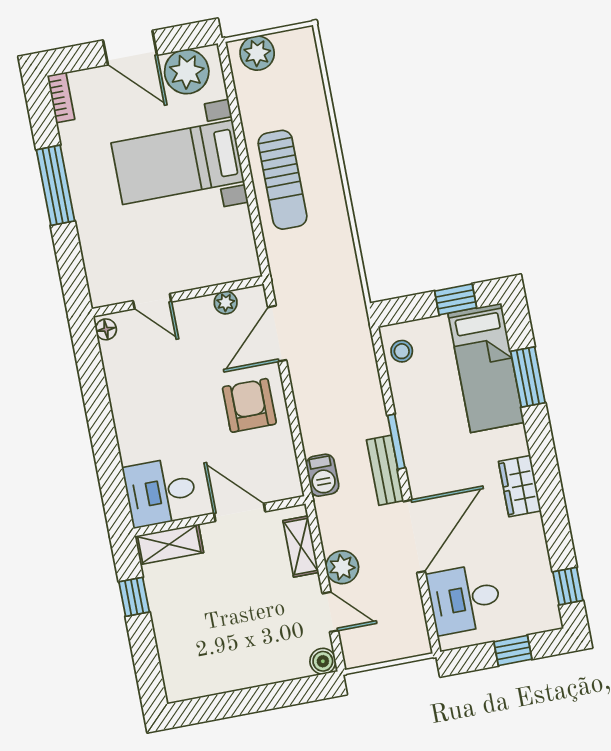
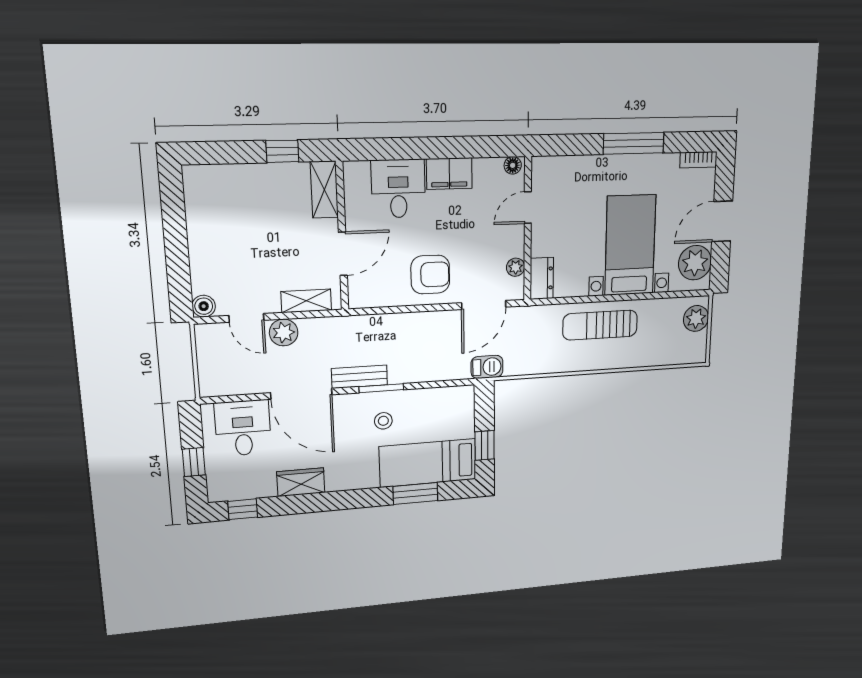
dresser: (235, 267) -> (542, 278), added
door: (277, 334) -> (484, 305), swing flipped
stool: (402, 351) -> (383, 421), moved
filing cabinet: (128, 403) -> (449, 174), added
barbecue: (322, 475) -> (487, 367), moved, turned 180
wardrobe: (520, 486) -> (301, 482), moved
desk: (161, 492) -> (398, 189), moved
door: (330, 612) -> (246, 318), hinge flipped

